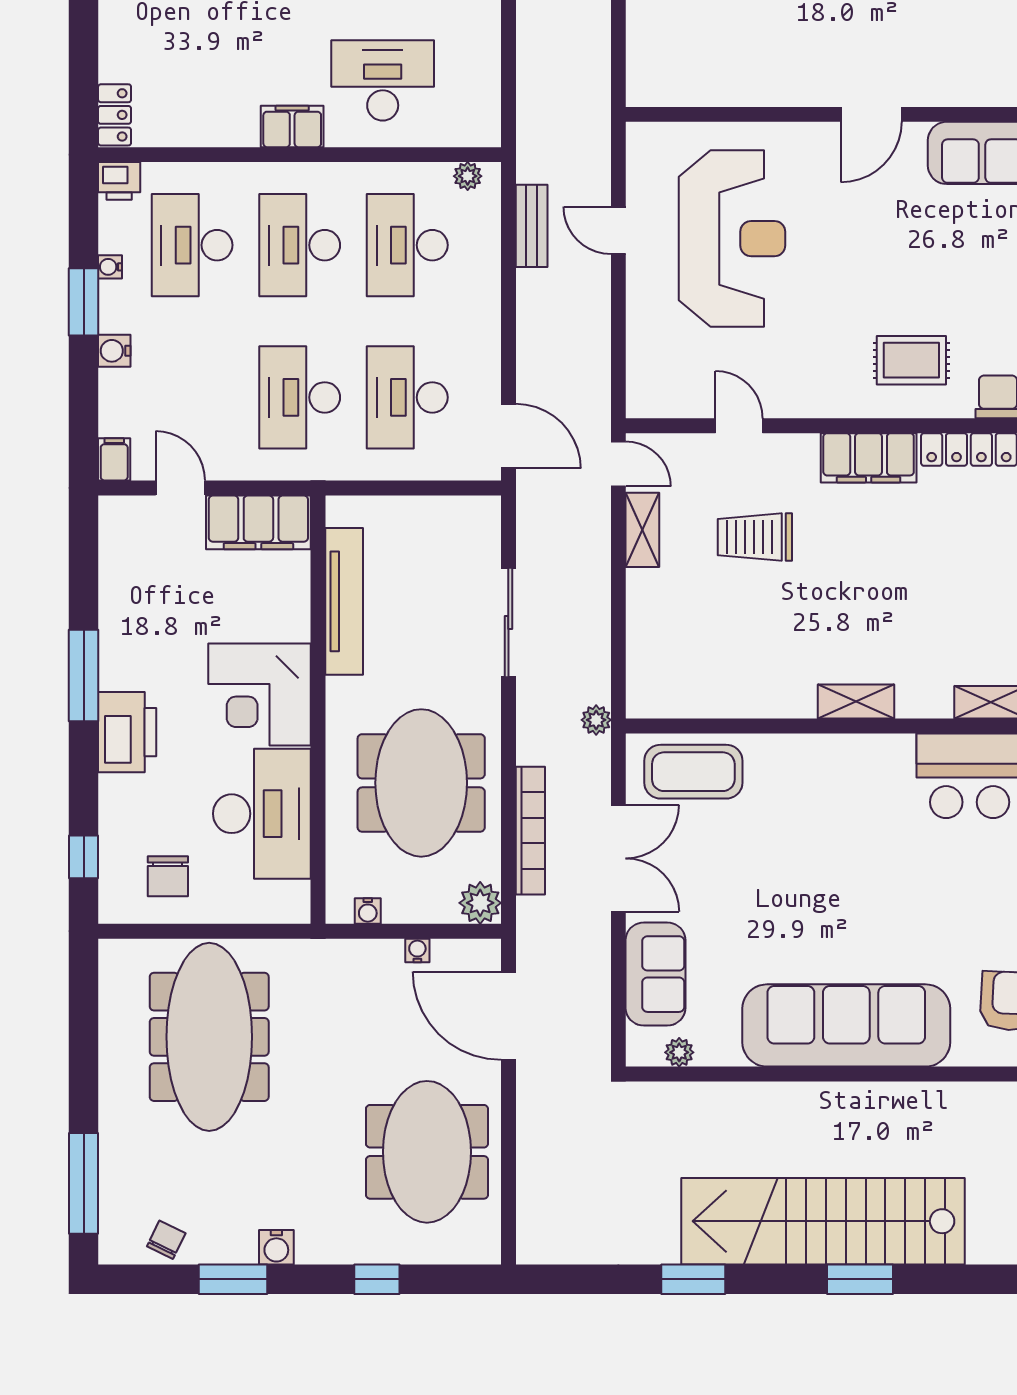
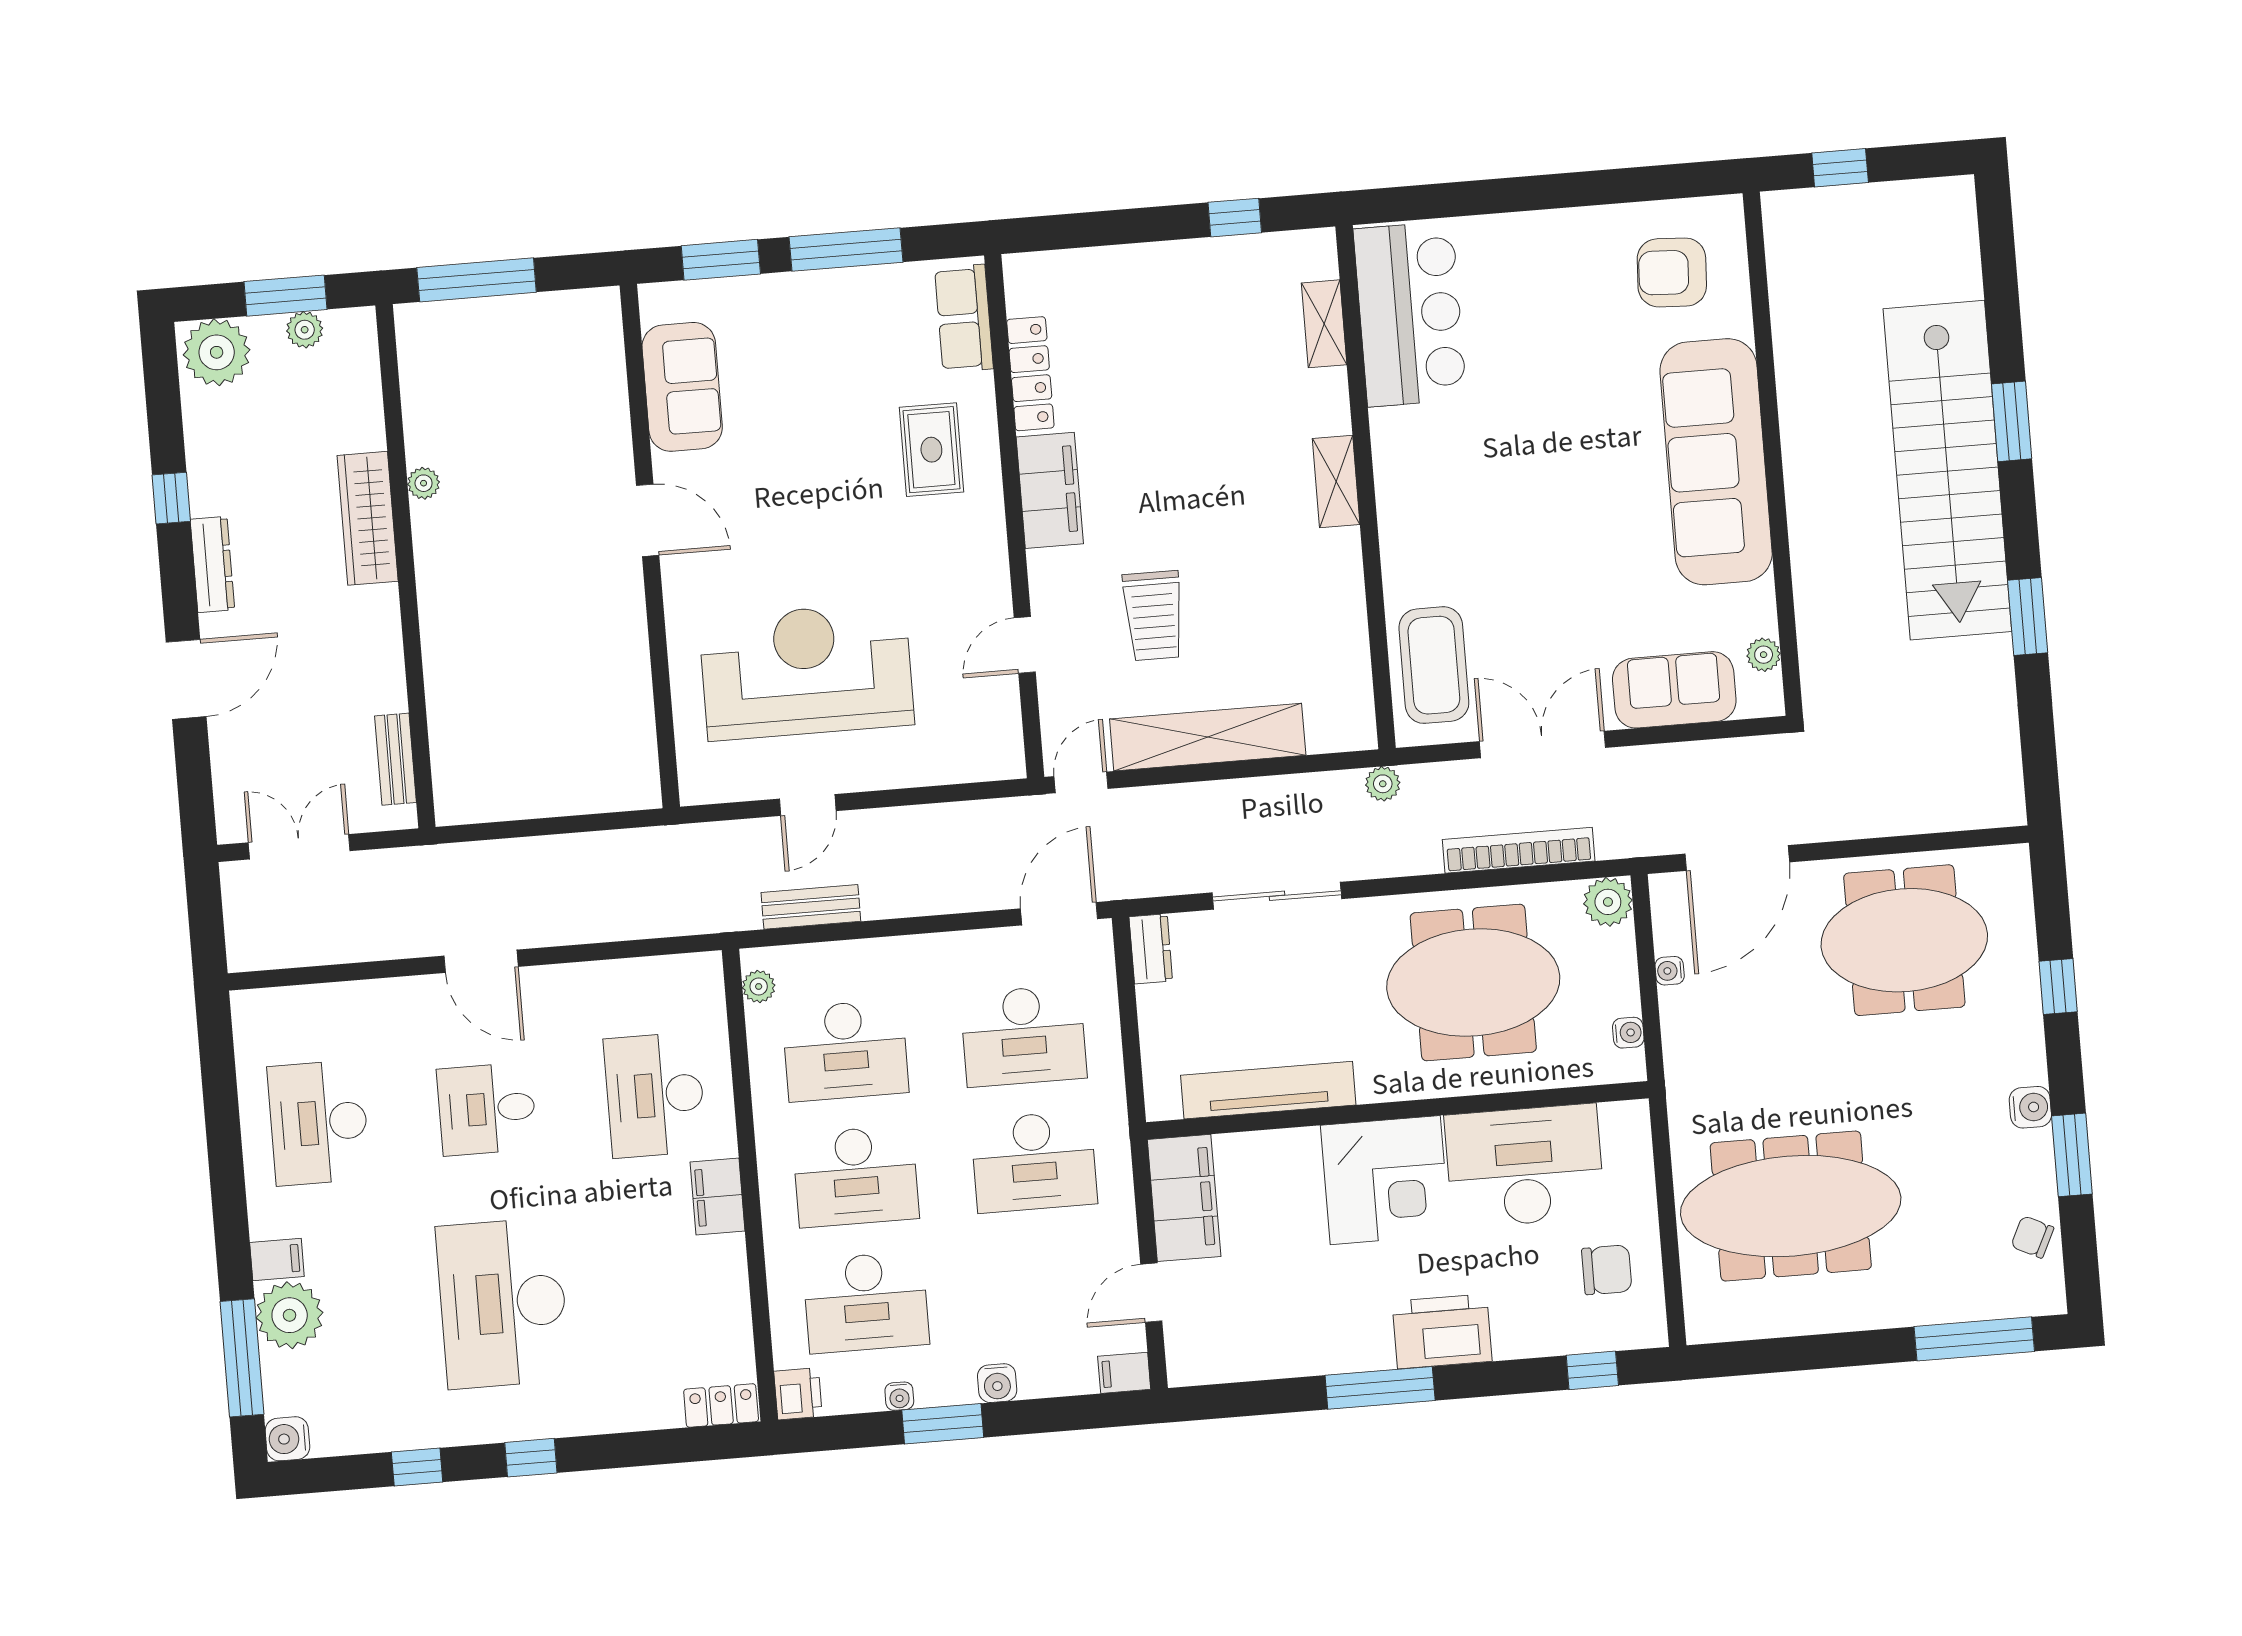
dresser: (472, 512) -> (1151, 949), added
shelving: (642, 530) -> (1208, 737), width x2.20, depth x1.33

